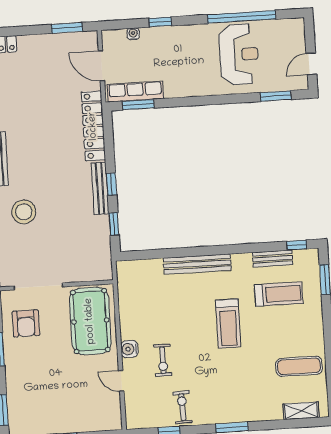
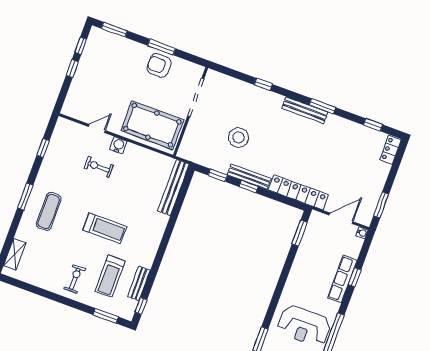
water cooler: (133, 34) -> (362, 233), moved
row of seats: (135, 92) -> (342, 279), moved, turned 180
stool: (24, 212) -> (238, 137), moved
bench: (197, 264) -> (173, 188), moved
armchair: (26, 323) -> (159, 65), moved
treadmill: (228, 323) -> (105, 228), turned 180
exercise mat: (299, 366) -> (49, 211), moved
exercise bike: (182, 407) -> (75, 279), moved, turned -88

